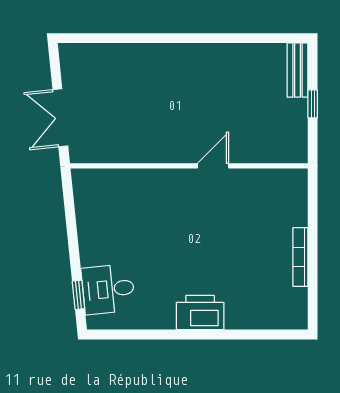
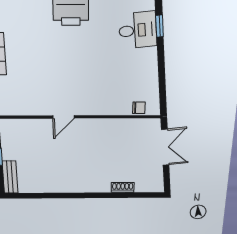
shoe rack: (123, 52) -> (123, 187), added
chair: (103, 179) -> (139, 108), added

